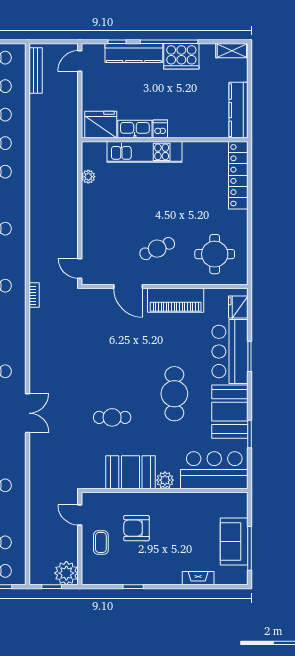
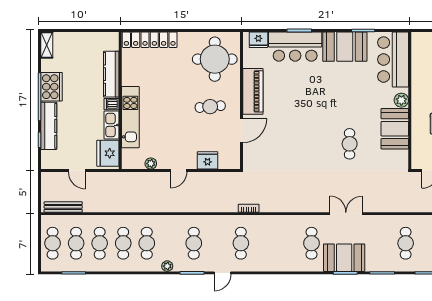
door: (80, 61) -> (77, 171), moved
kitchen counter: (238, 110) -> (111, 74), moved, turned 90
fridge: (92, 245) -> (208, 160), added
cafe table: (157, 249) -> (210, 107), turned -71
round table: (215, 254) -> (215, 59), width x1.36, depth x1.36
door: (80, 268) -> (179, 171), moved
cafe table: (174, 394) -> (330, 92), removed

